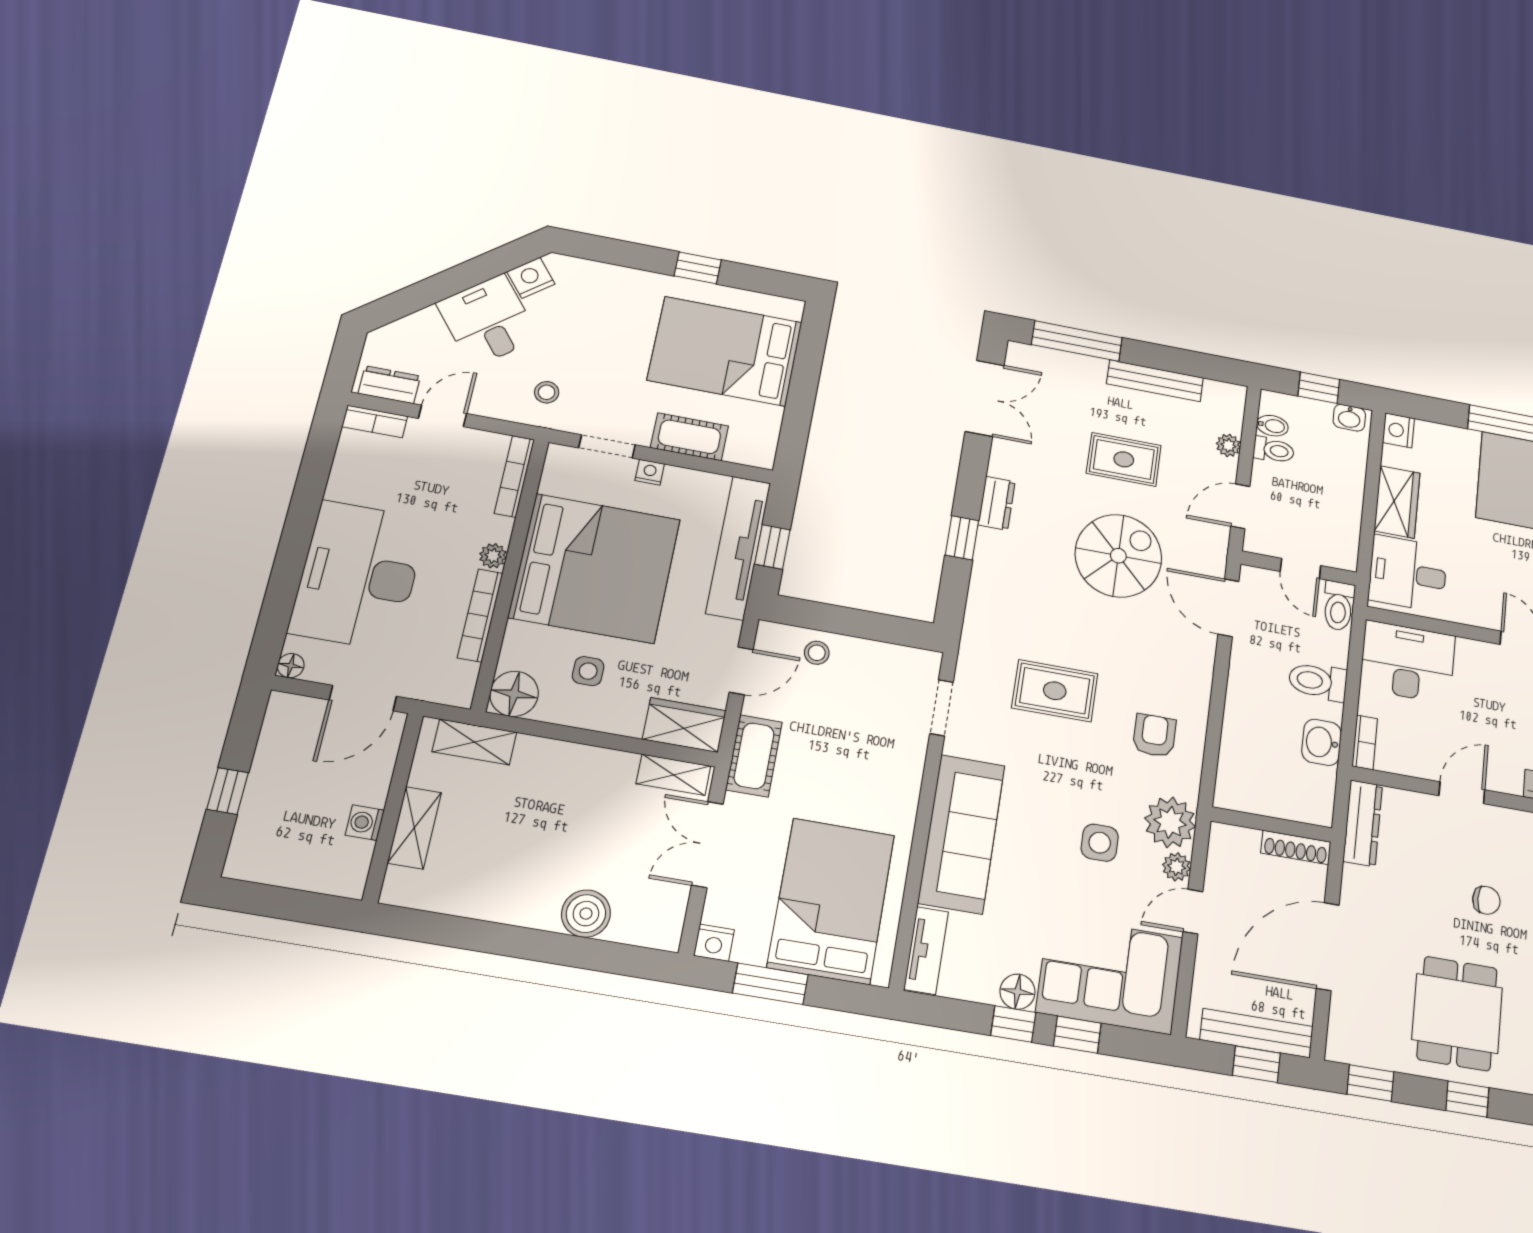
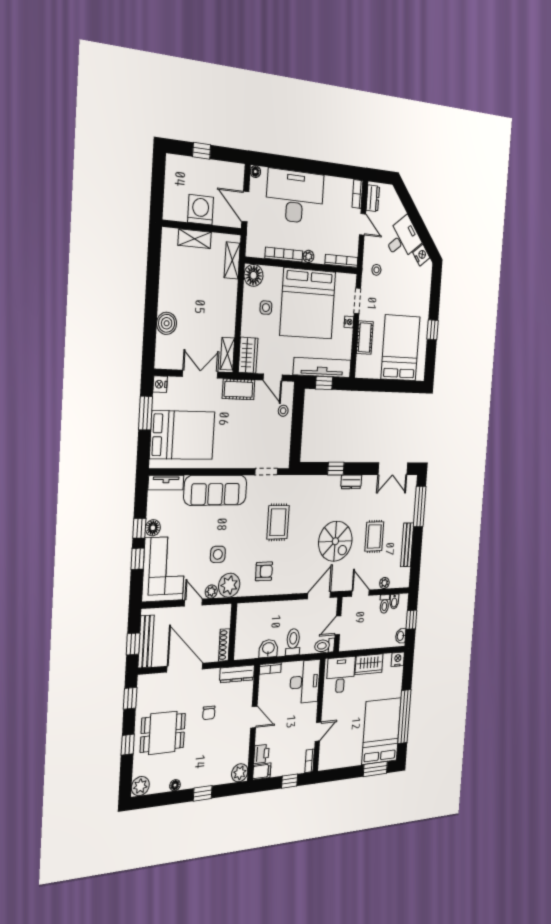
washing machine: (365, 823) -> (201, 210), width x1.89, depth x1.89
chair: (1486, 900) -> (209, 713), moved

